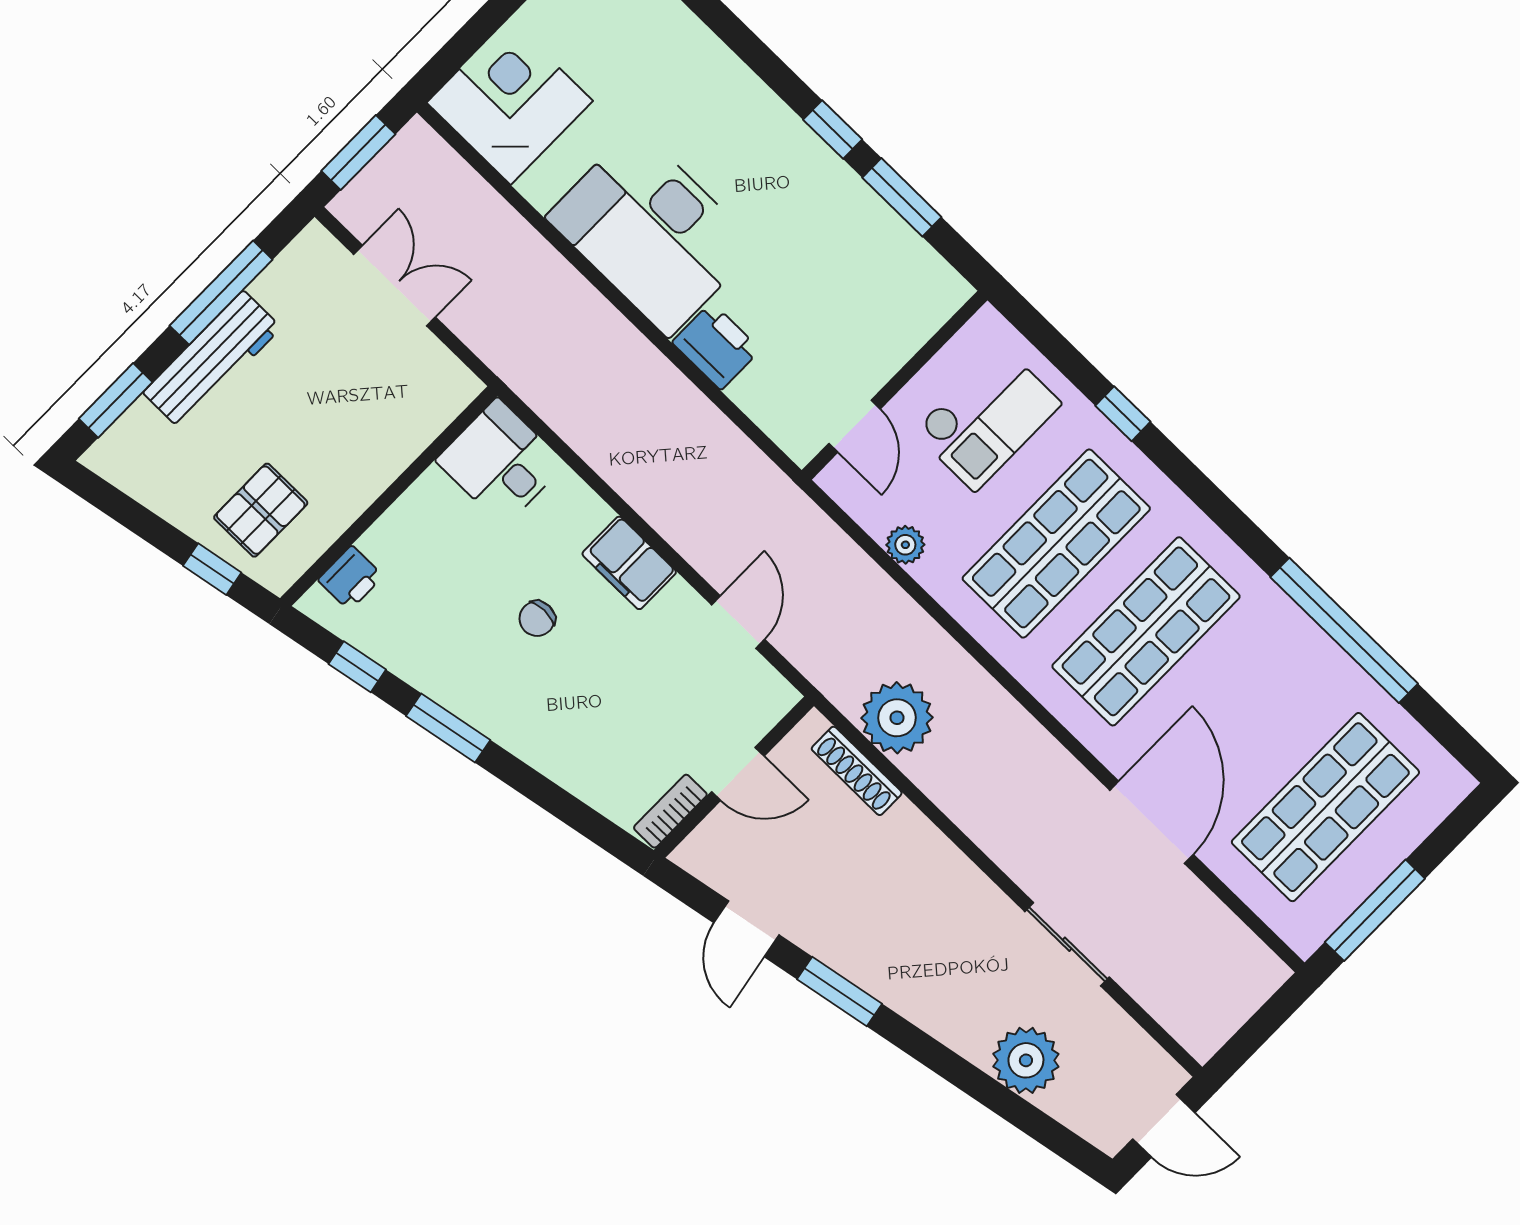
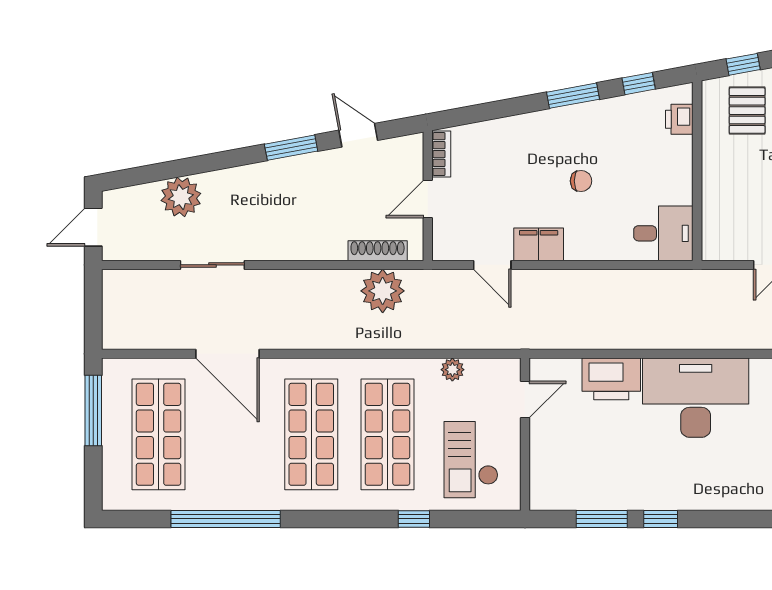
printer: (716, 346) -> (611, 379), width x1.37, depth x1.19
door: (855, 426) -> (525, 399), swing flipped
filing cabinet: (629, 563) -> (539, 244), moved
chair: (537, 619) -> (581, 181), turned 90

